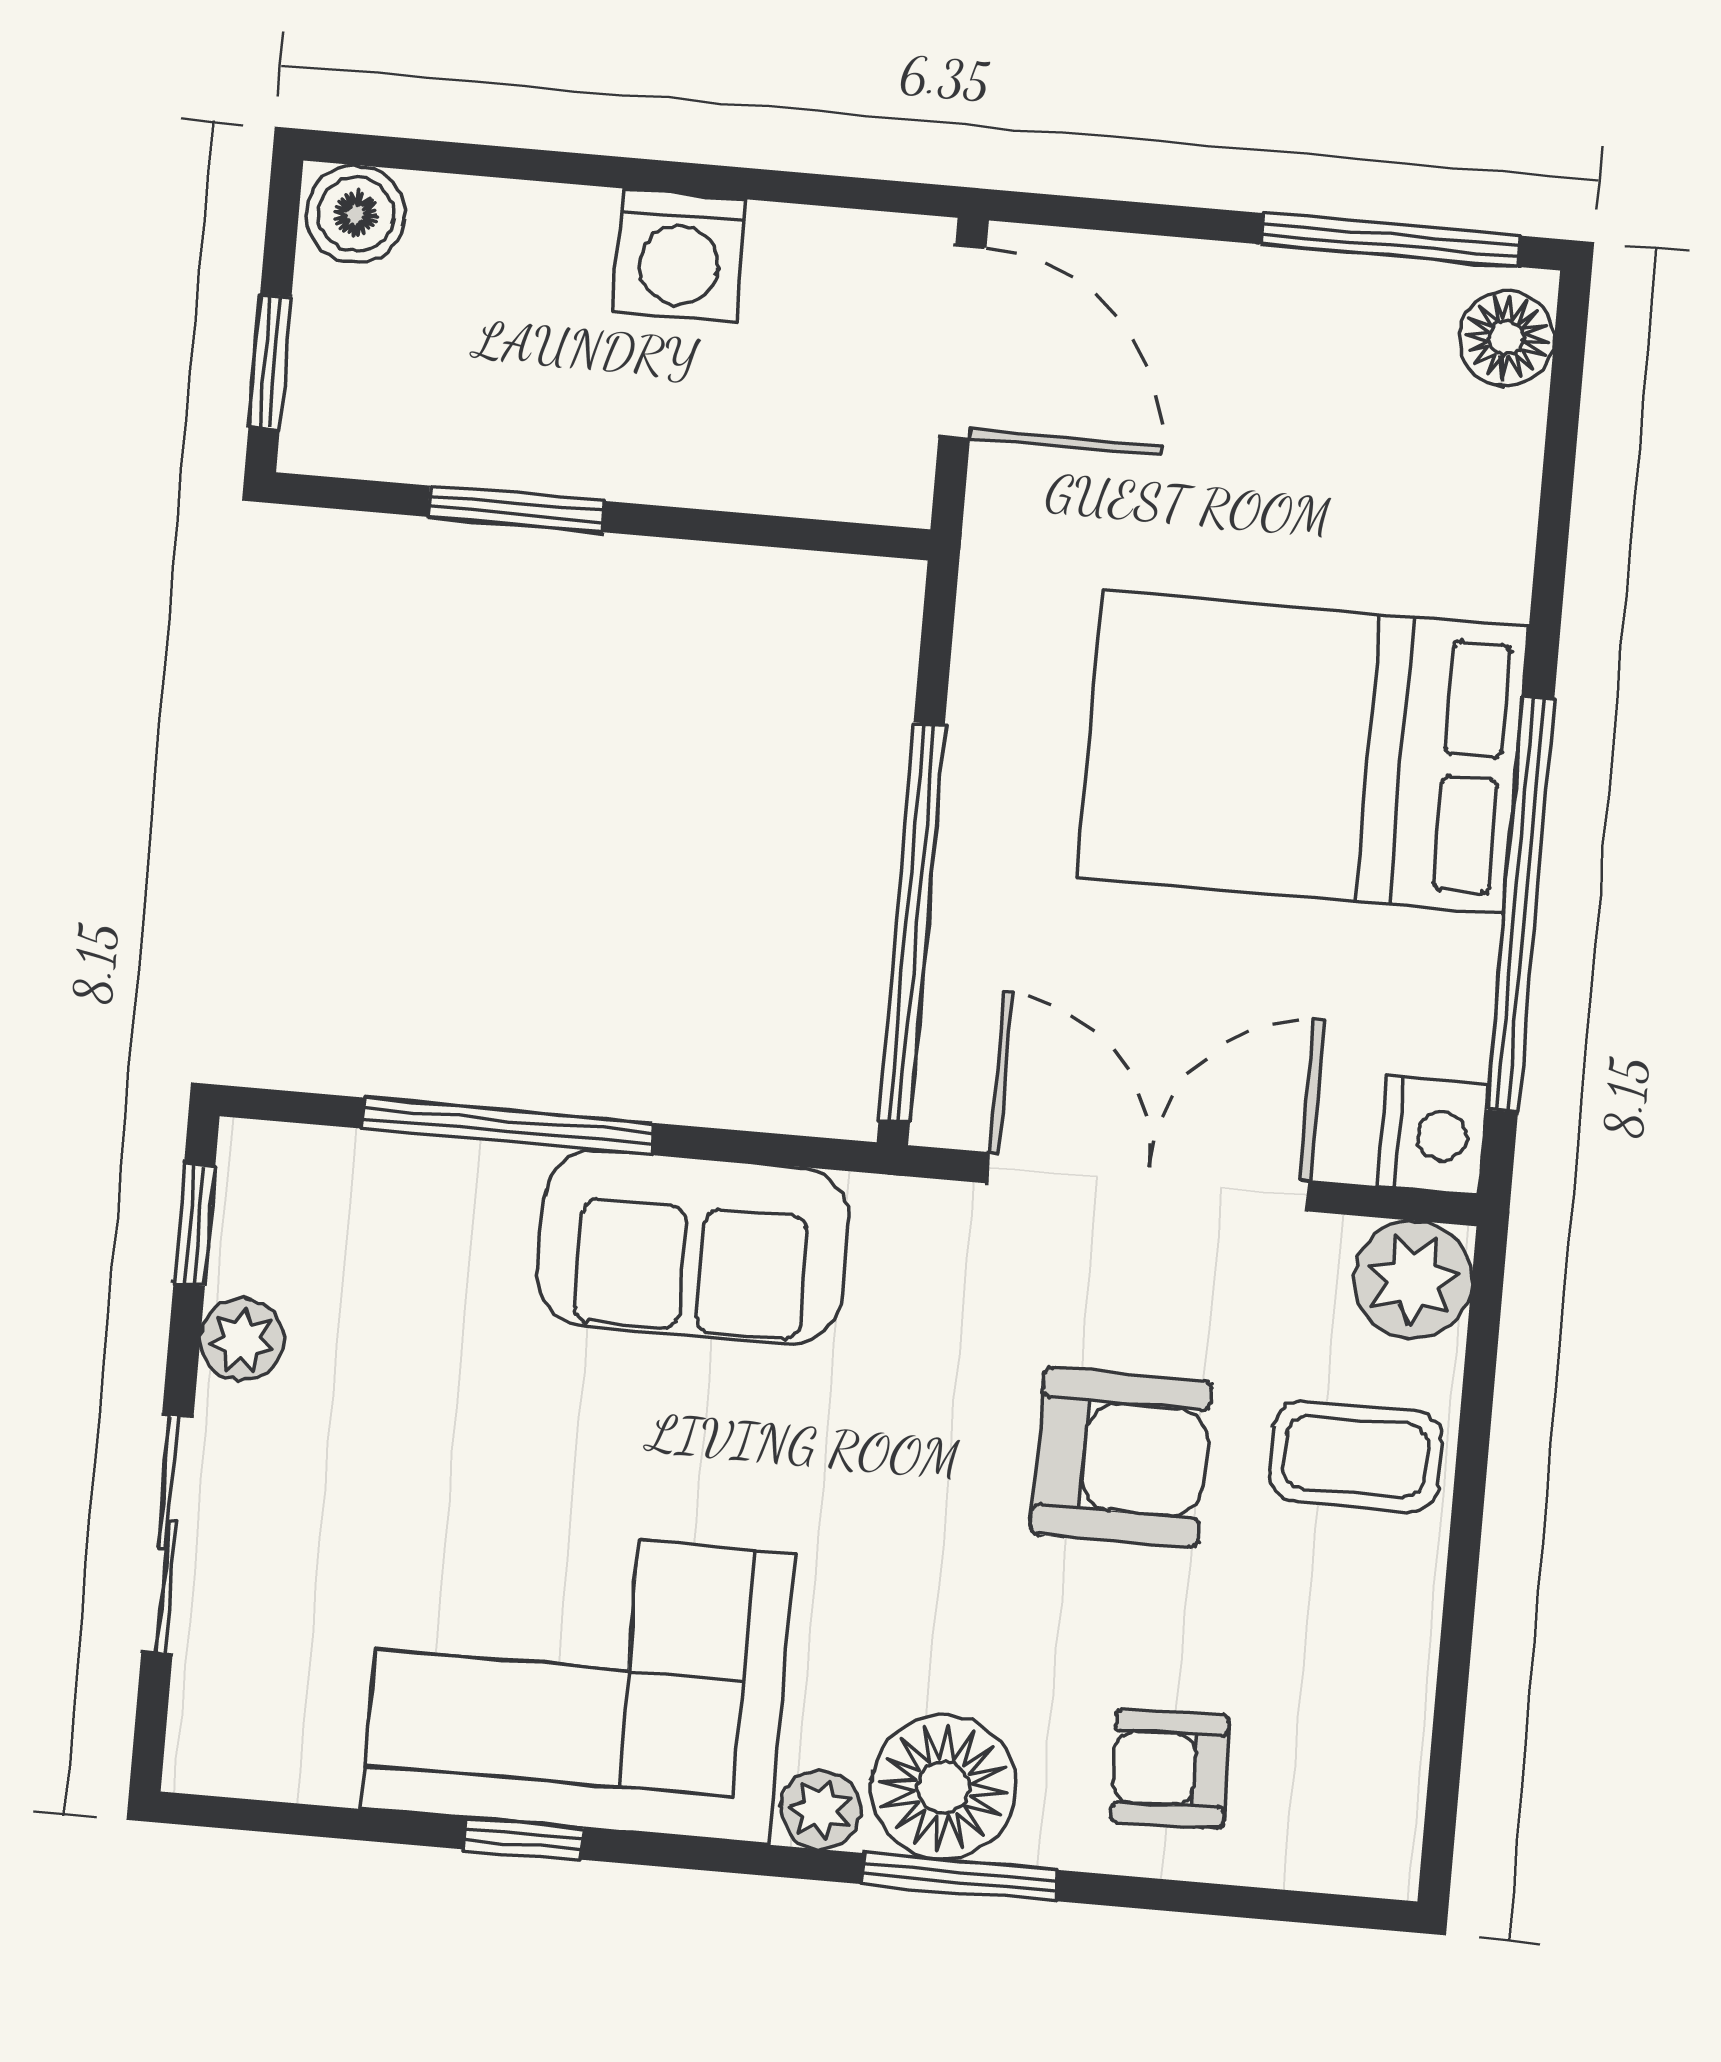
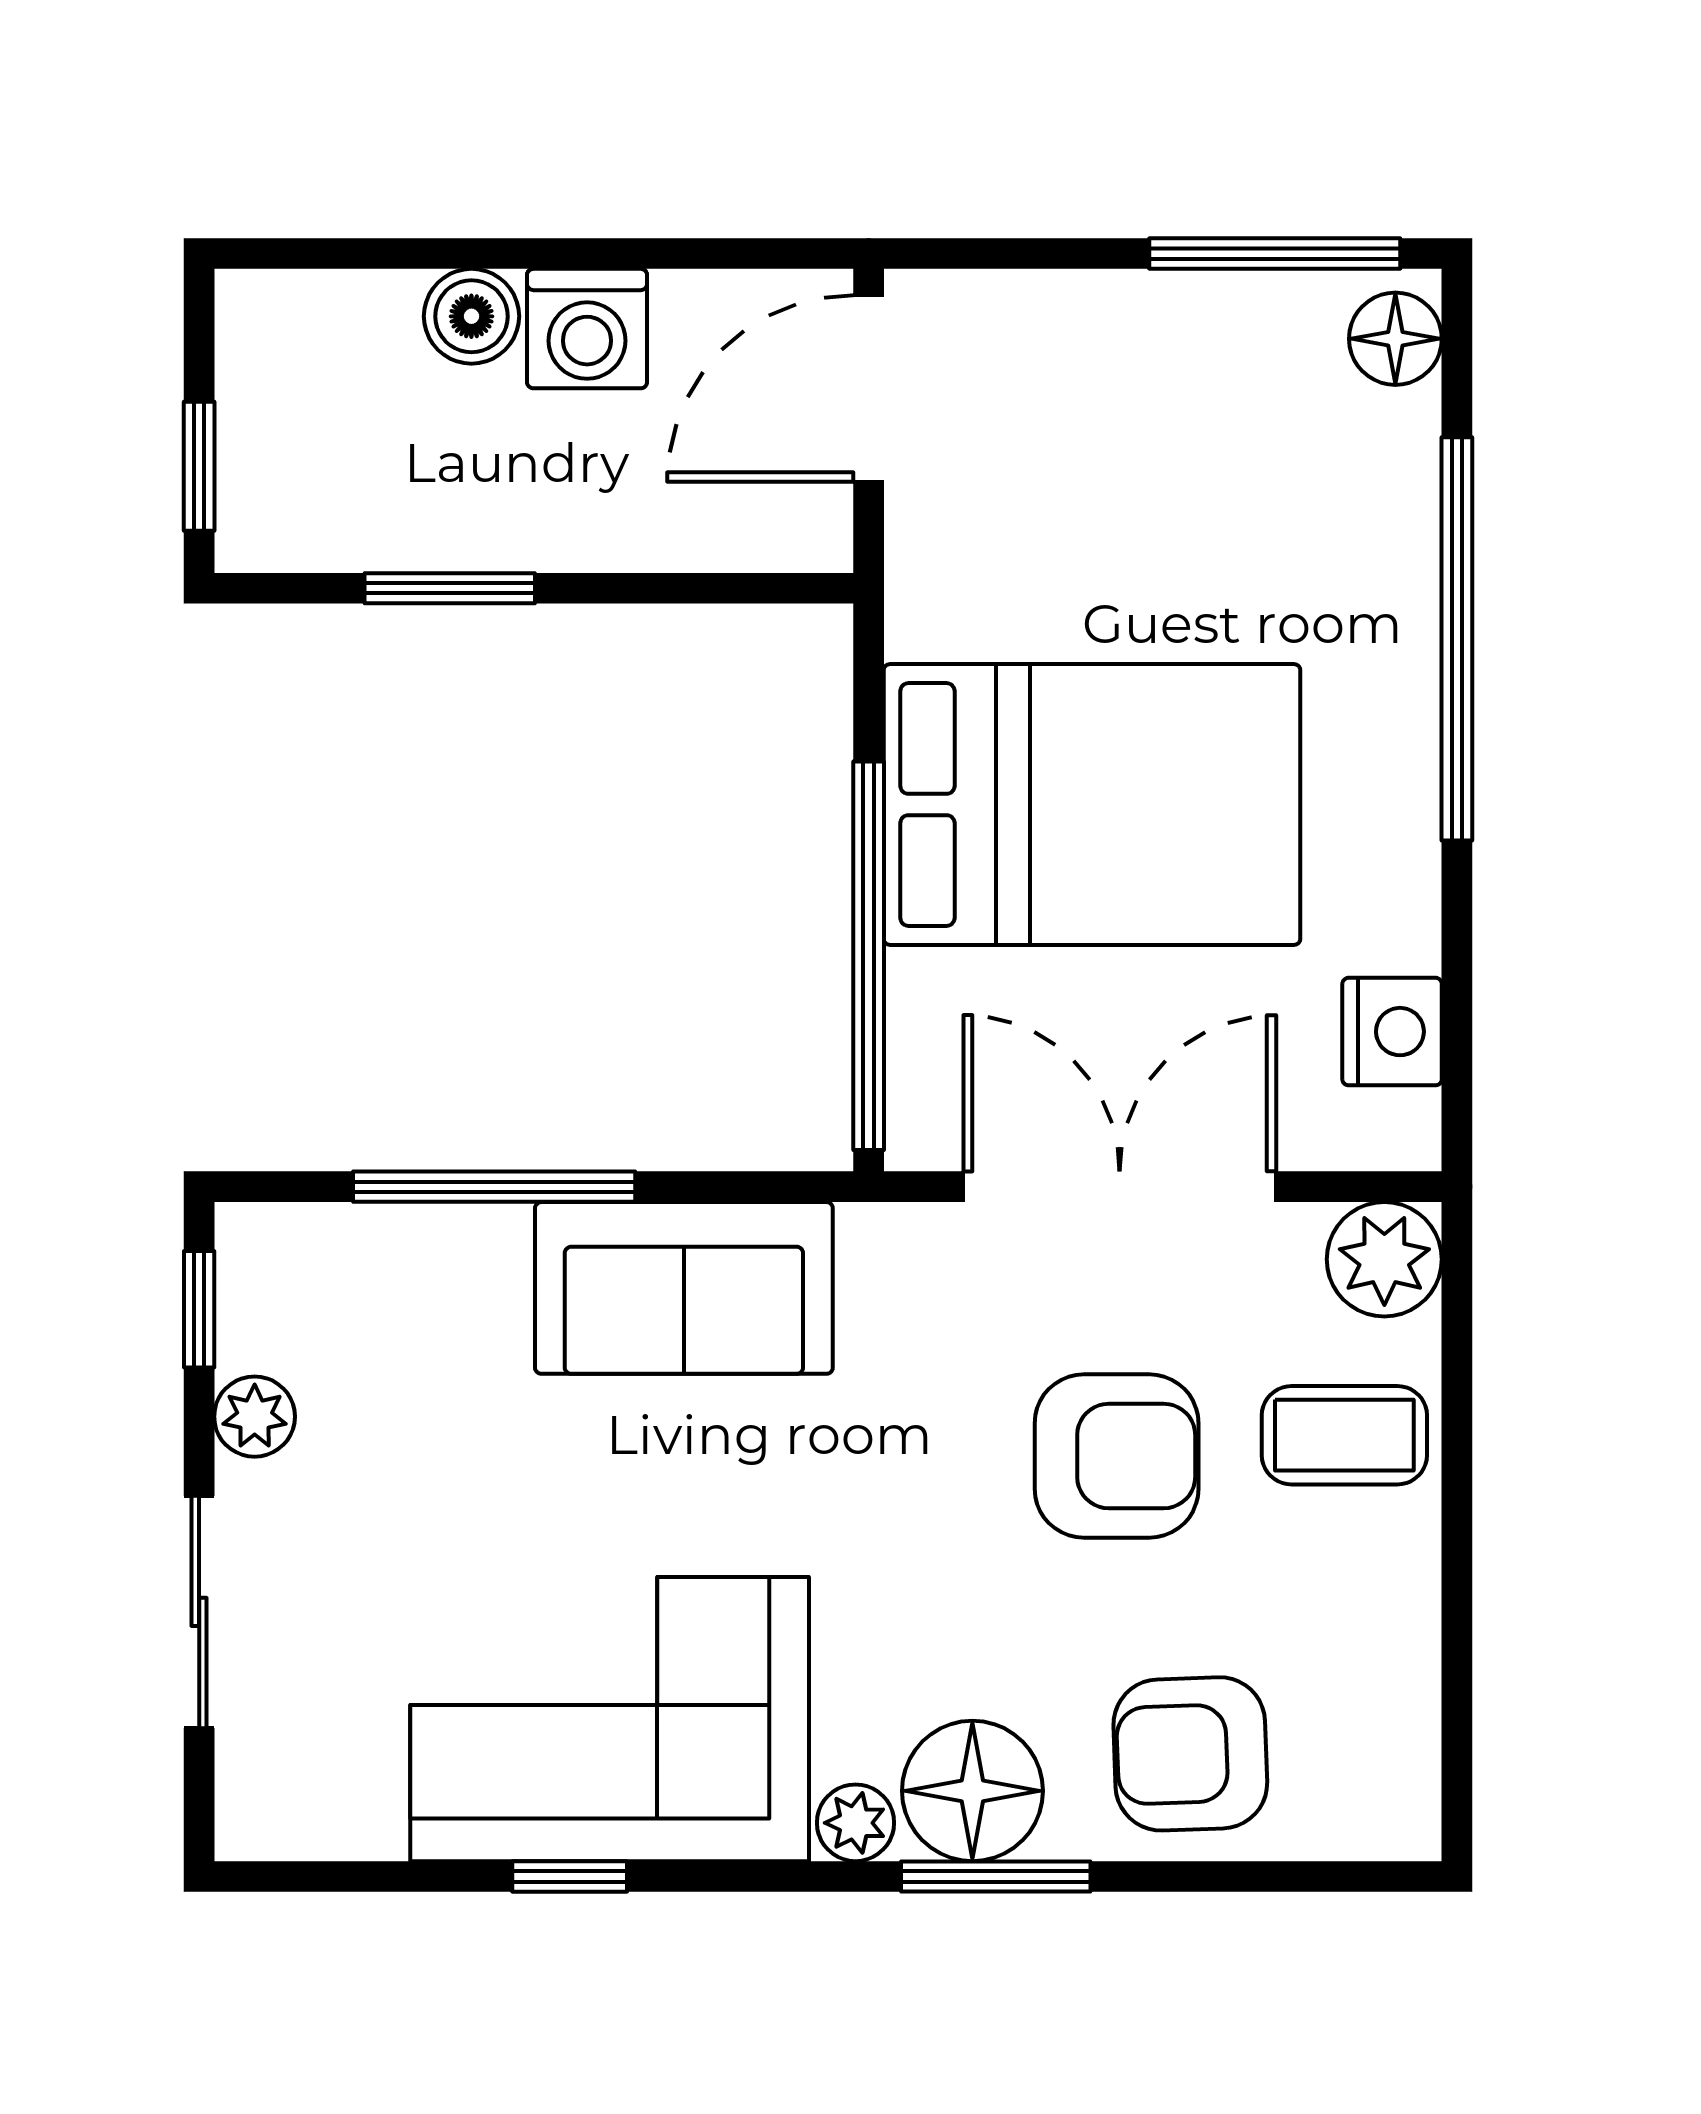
boiler: (356, 214) -> (471, 316), moved
door: (963, 342) -> (869, 389), swing flipped
bed: (1303, 752) -> (1092, 804), moved, turned 180
window: (1520, 905) -> (1457, 639), moved
nightstand: (1433, 1135) -> (1392, 1032), moved
armchair: (1170, 1769) -> (1190, 1754), width x1.38, depth x1.38

